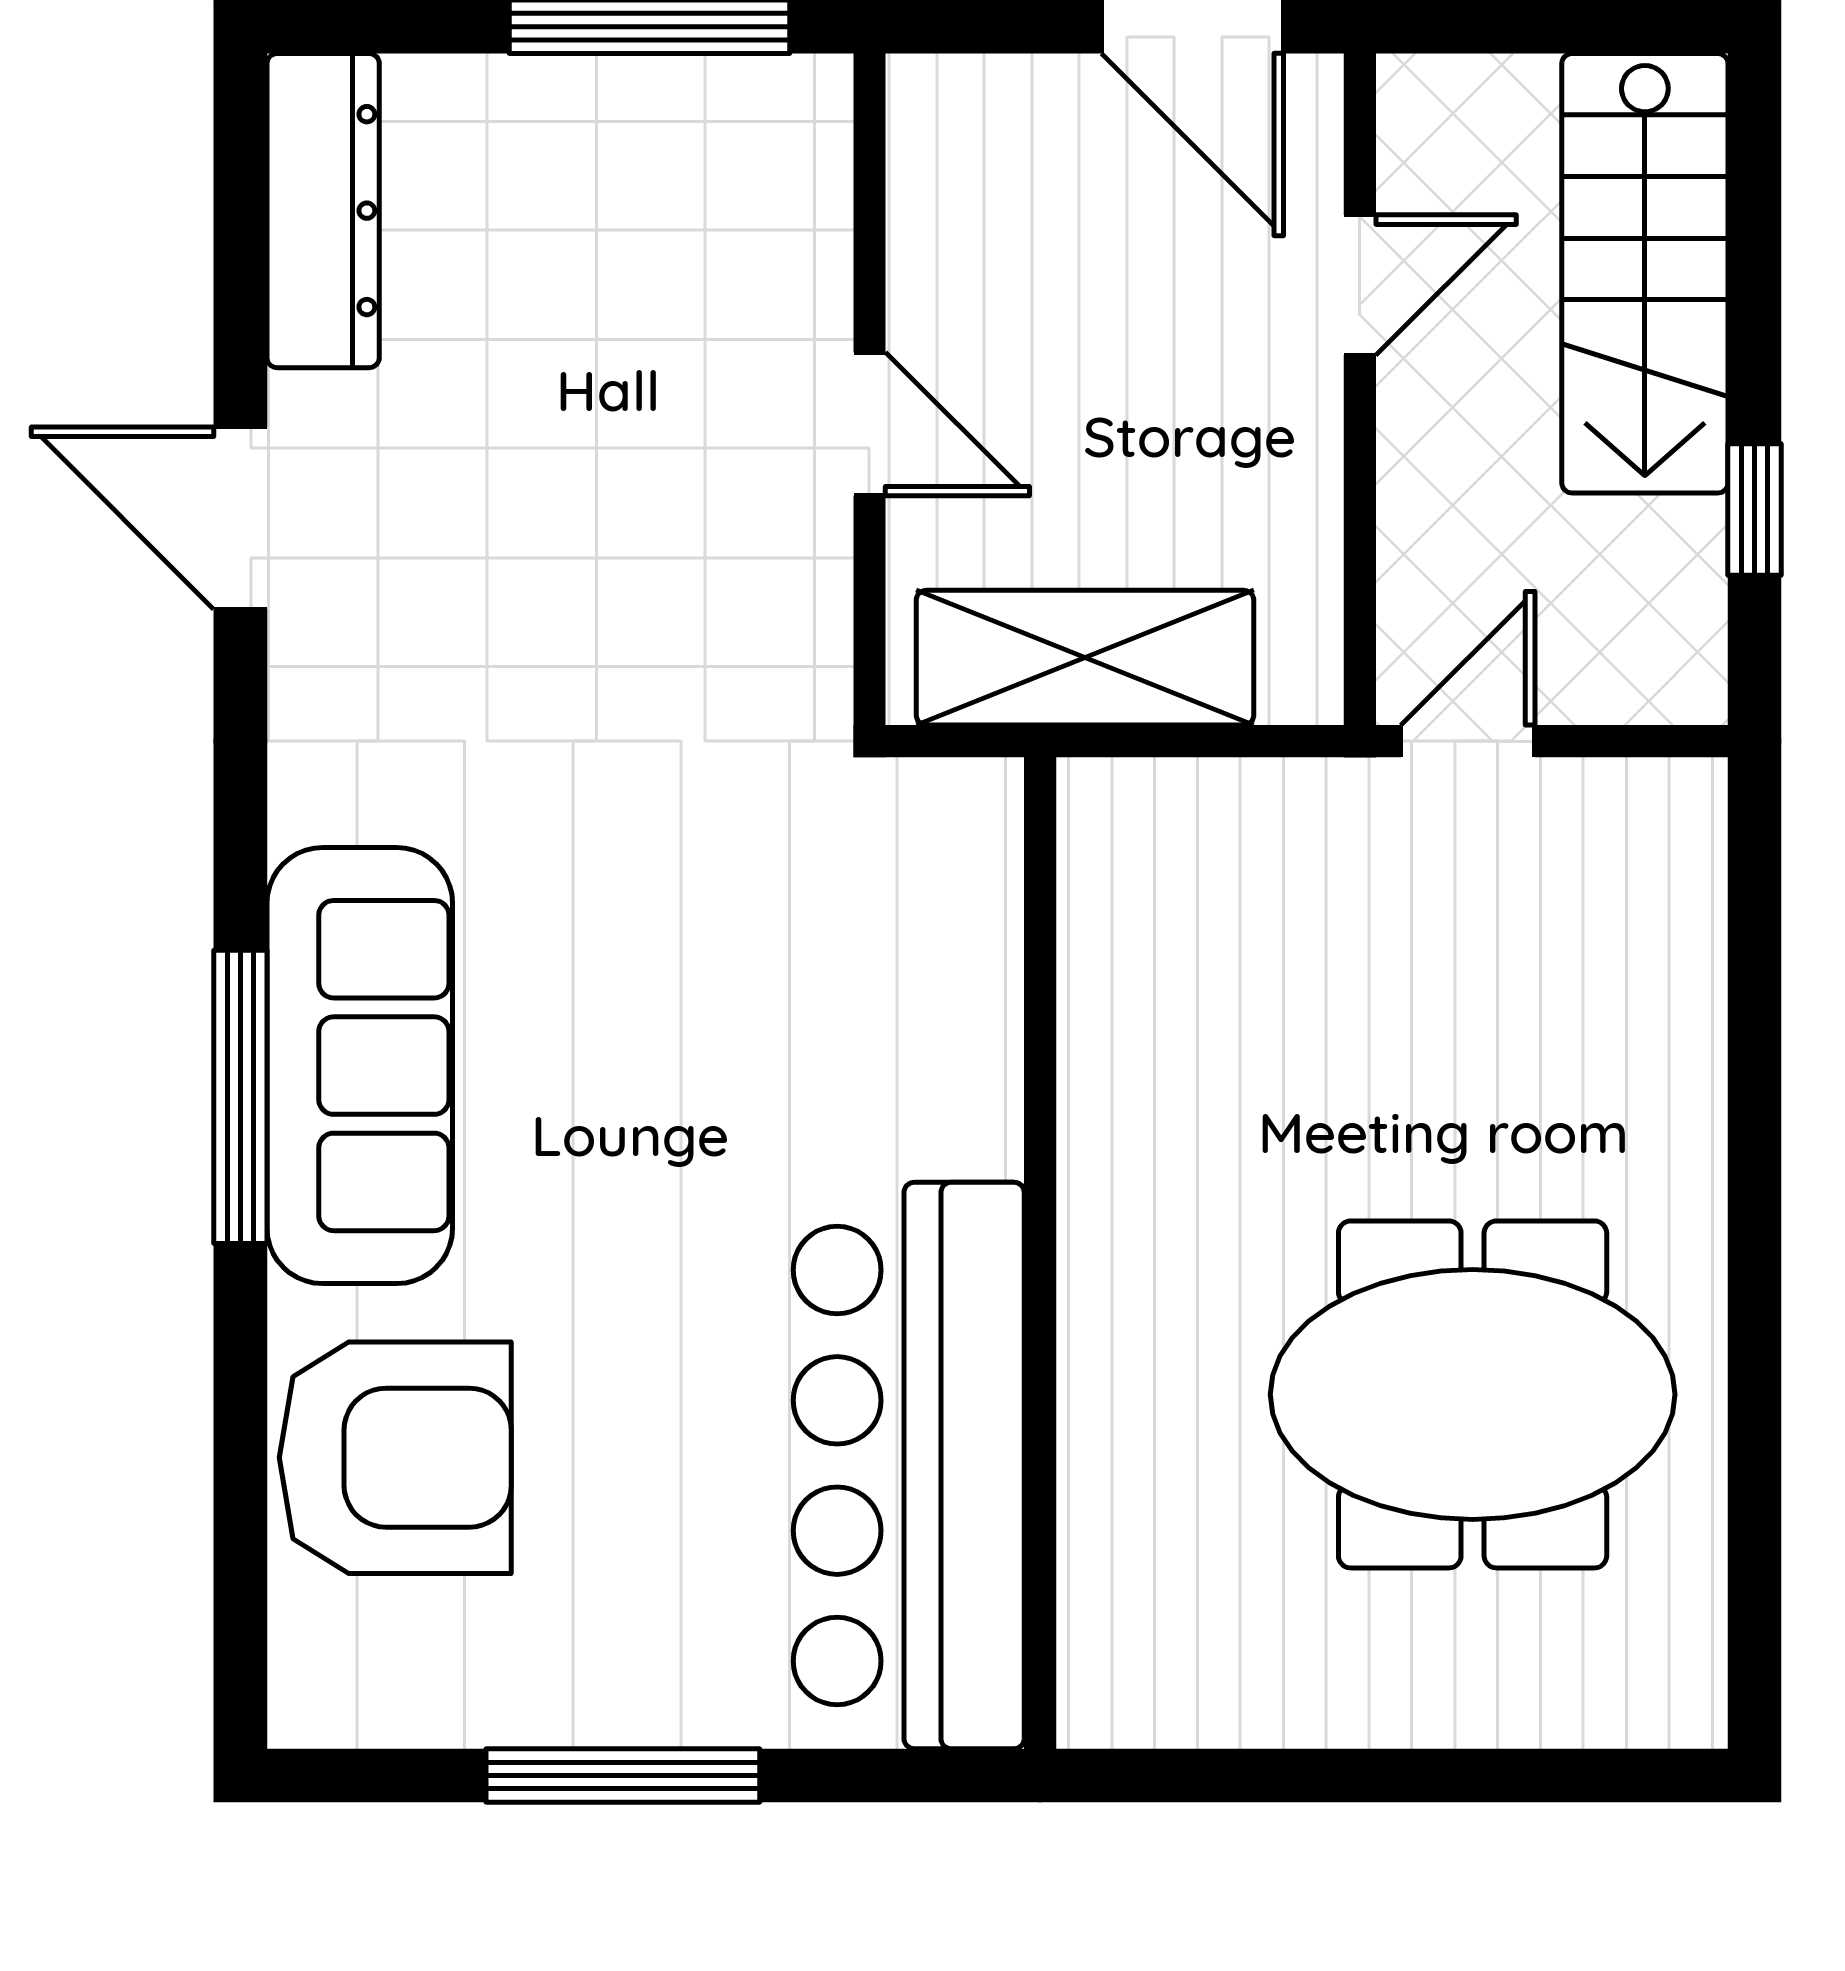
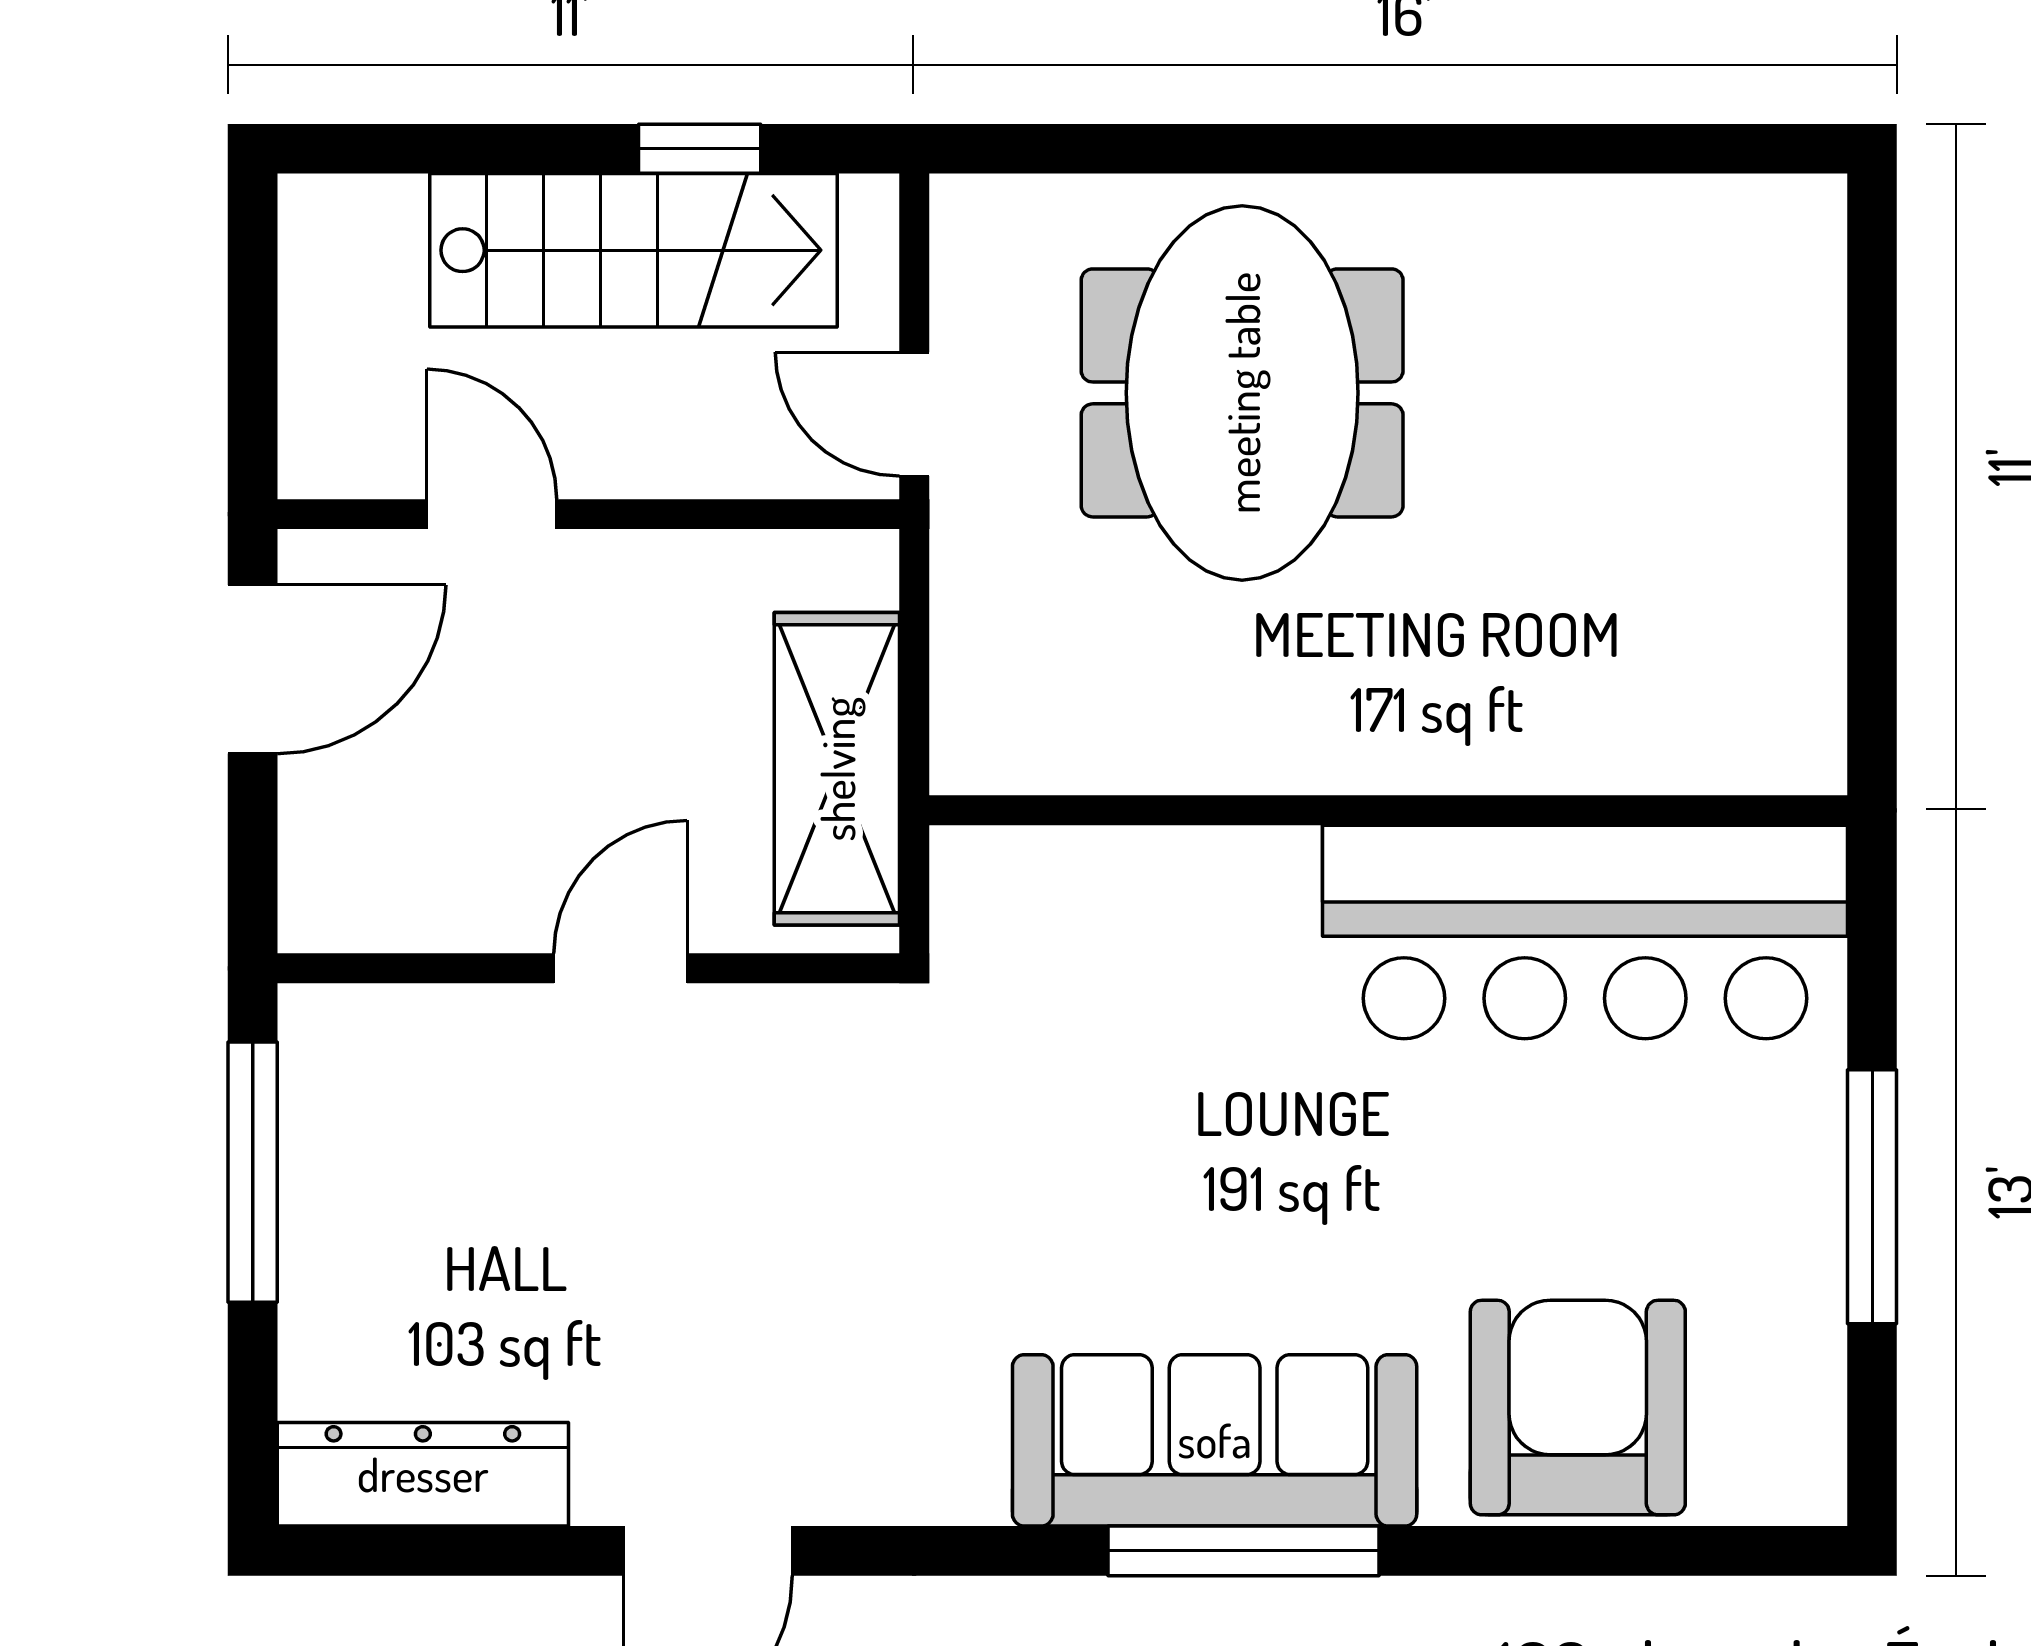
stairs: (1645, 273) -> (634, 250), moved
meeting table: (1473, 1394) -> (1242, 393), moved

